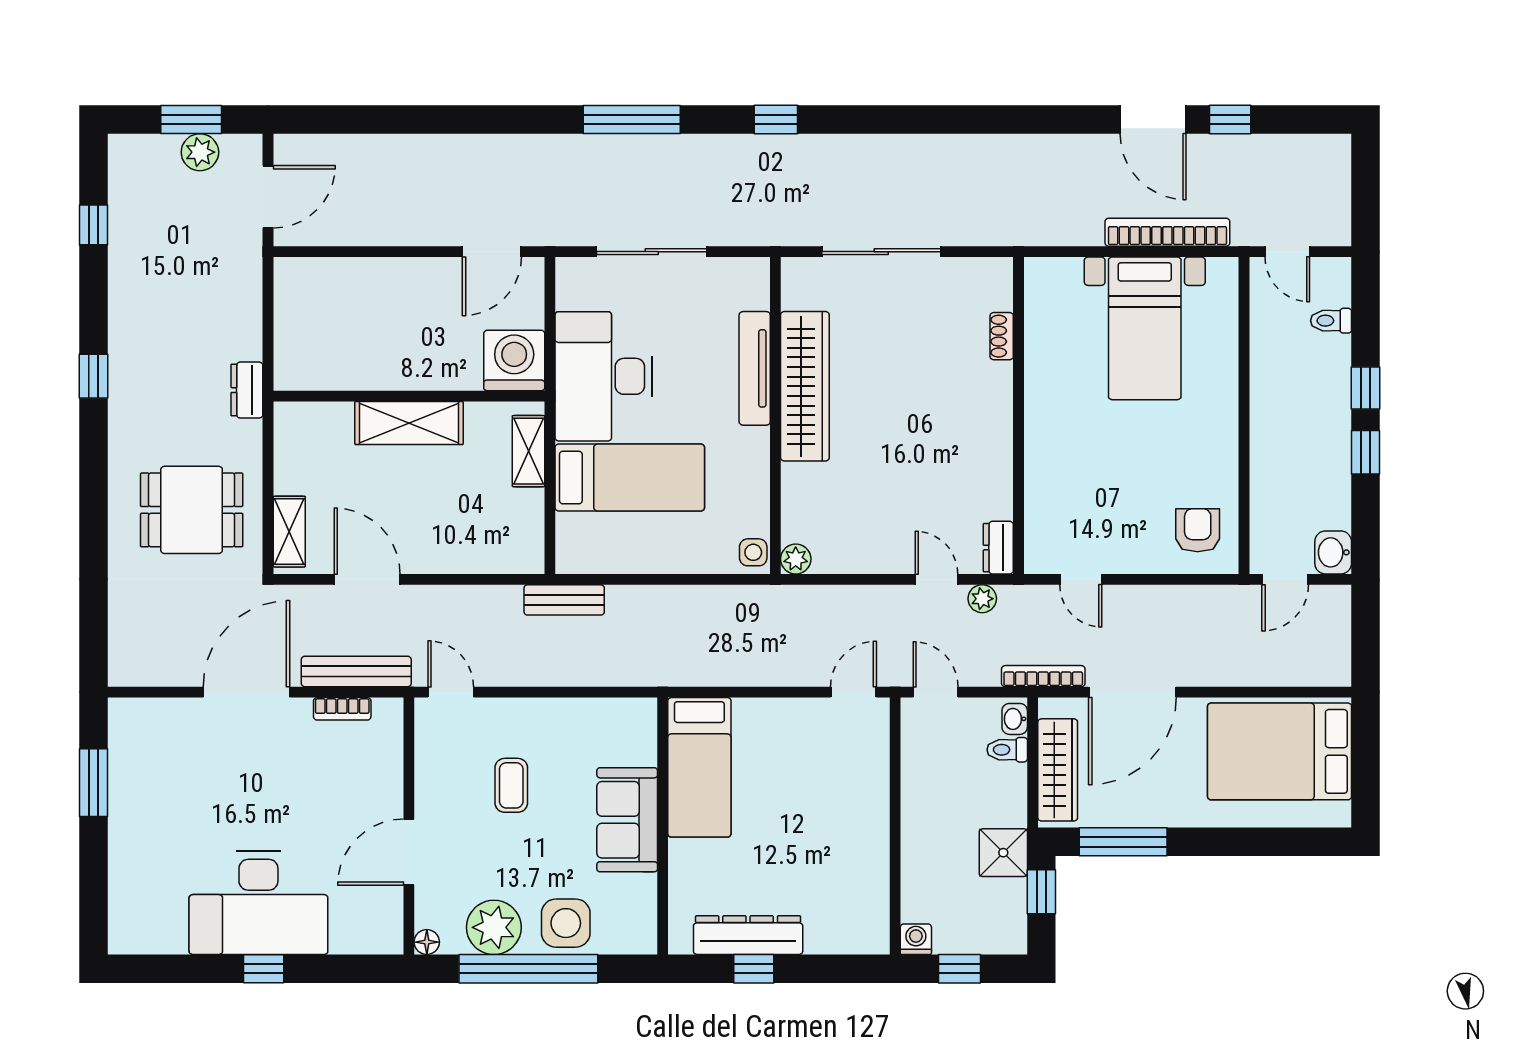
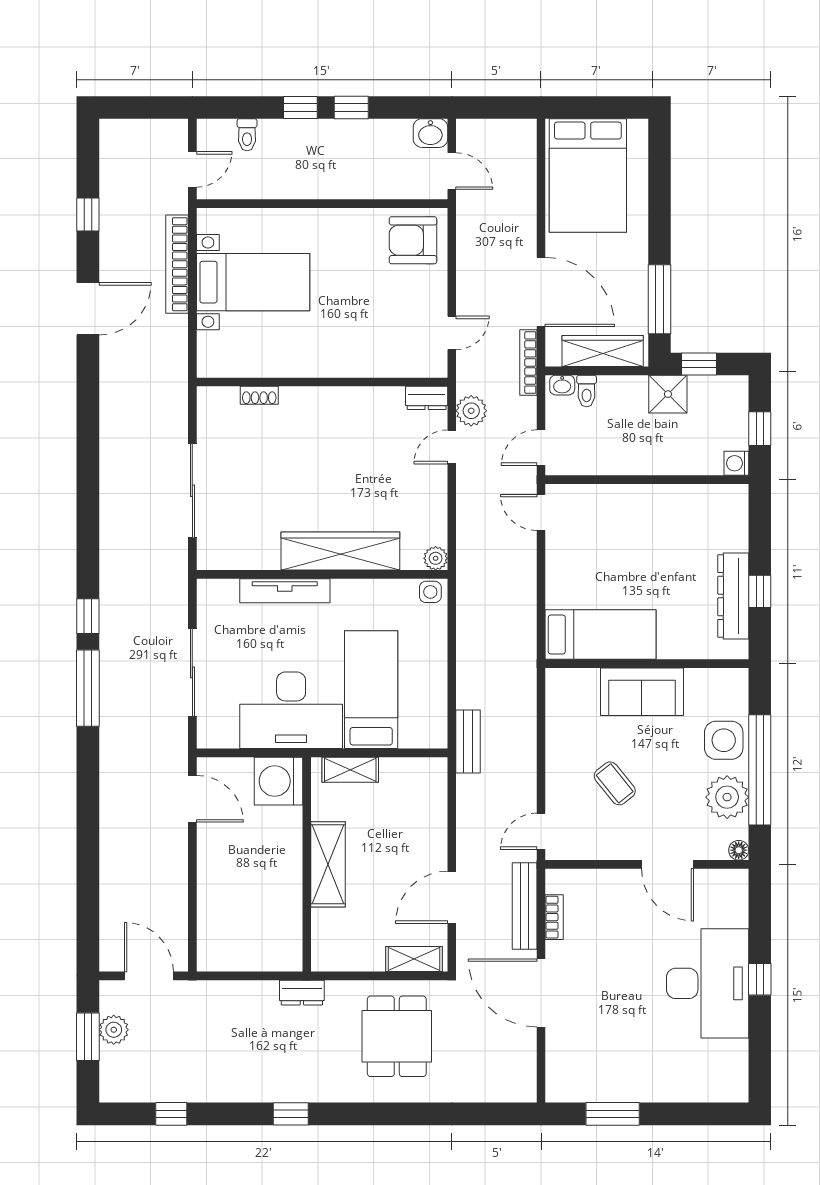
window: (776, 120) -> (88, 616), moved
door: (1153, 120) -> (88, 309), moved
wardrobe: (805, 386) -> (340, 551), moved
armchair: (1198, 530) -> (413, 240), width x1.38, depth x1.38
plant: (982, 599) -> (471, 411), width x1.38, depth x1.38
coffee table: (511, 785) -> (615, 783), turned 51

